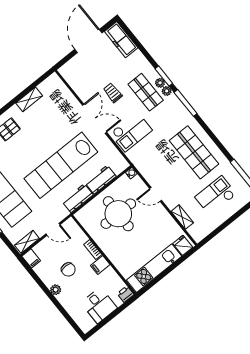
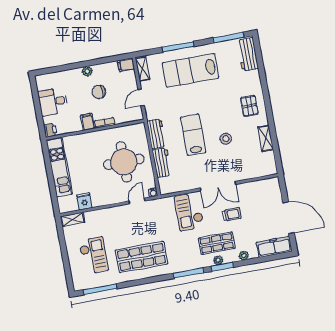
plant: (167, 91) -> (244, 256), moved
stool: (49, 134) -> (226, 139), added
lab bench: (61, 165) -> (193, 135), width x0.54, depth x0.72
door: (156, 194) -> (137, 201), moved
shelving: (182, 217) -> (72, 219), moved
fridge: (183, 245) -> (84, 201), moved, turned -90

